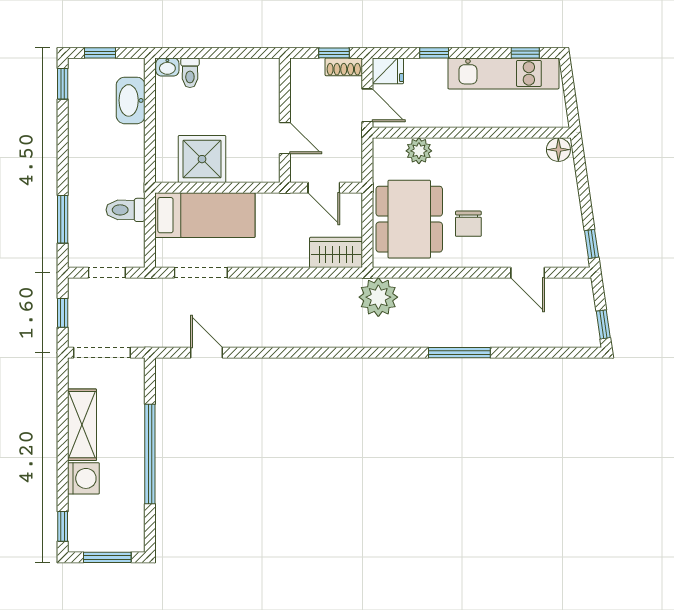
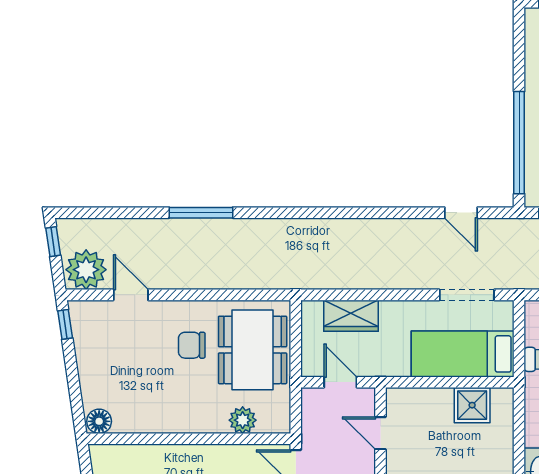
shower: (202, 159) -> (472, 405), width x0.73, depth x0.73
chair: (468, 224) -> (192, 345), turned -90
wardrobe: (336, 252) -> (351, 316), moved
plant: (378, 297) -> (86, 270), moved
window: (150, 454) -> (519, 143), moved

